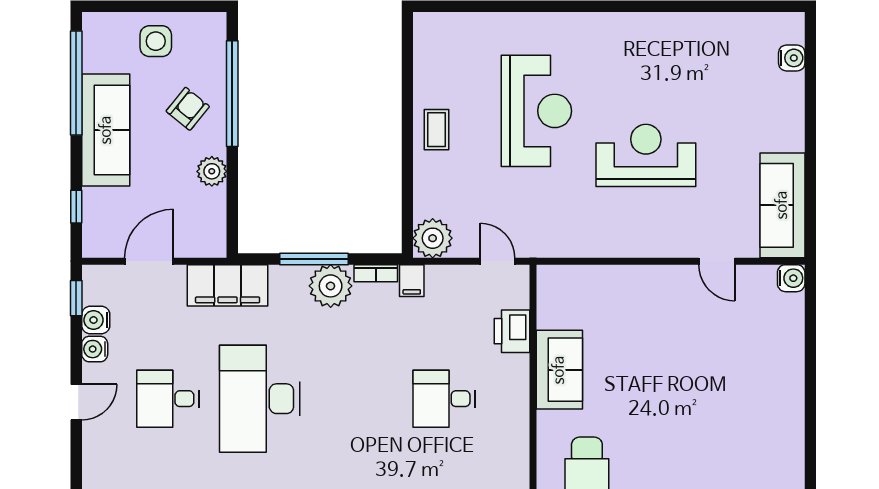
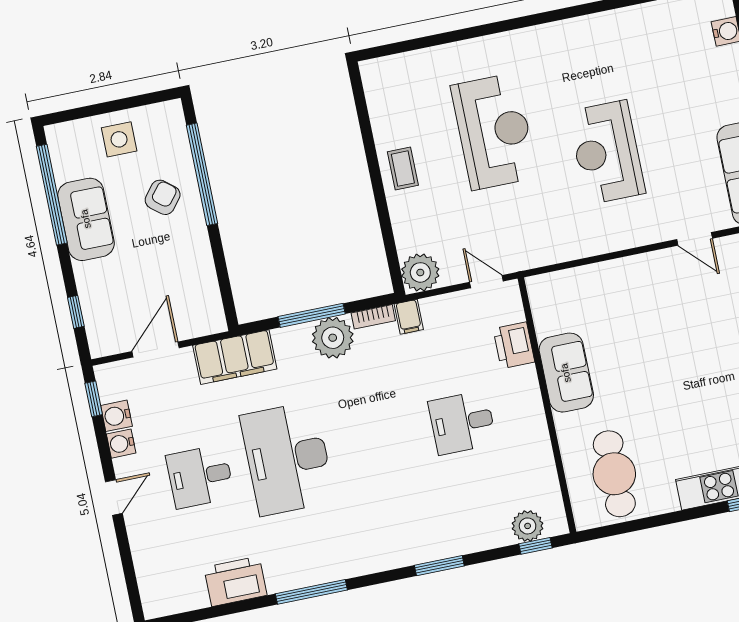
sofa: (106, 130) -> (86, 219), width x0.73
reception desk: (646, 155) -> (607, 152), turned -90
plant: (212, 171) -> (198, 252), removed

